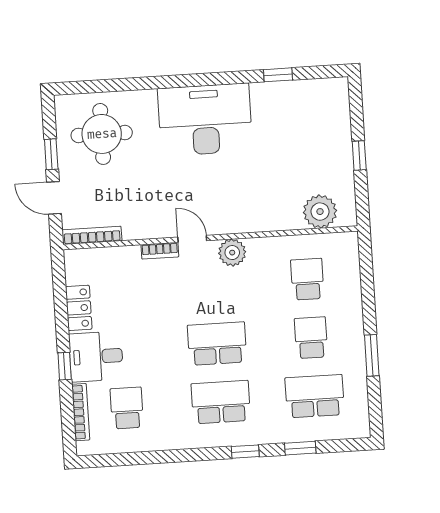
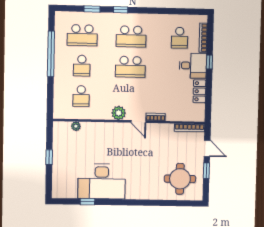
desk: (205, 120) -> (102, 181), moved
plant: (320, 212) -> (76, 126), width x0.53, depth x0.53
window: (372, 355) -> (51, 54), width x2.11

